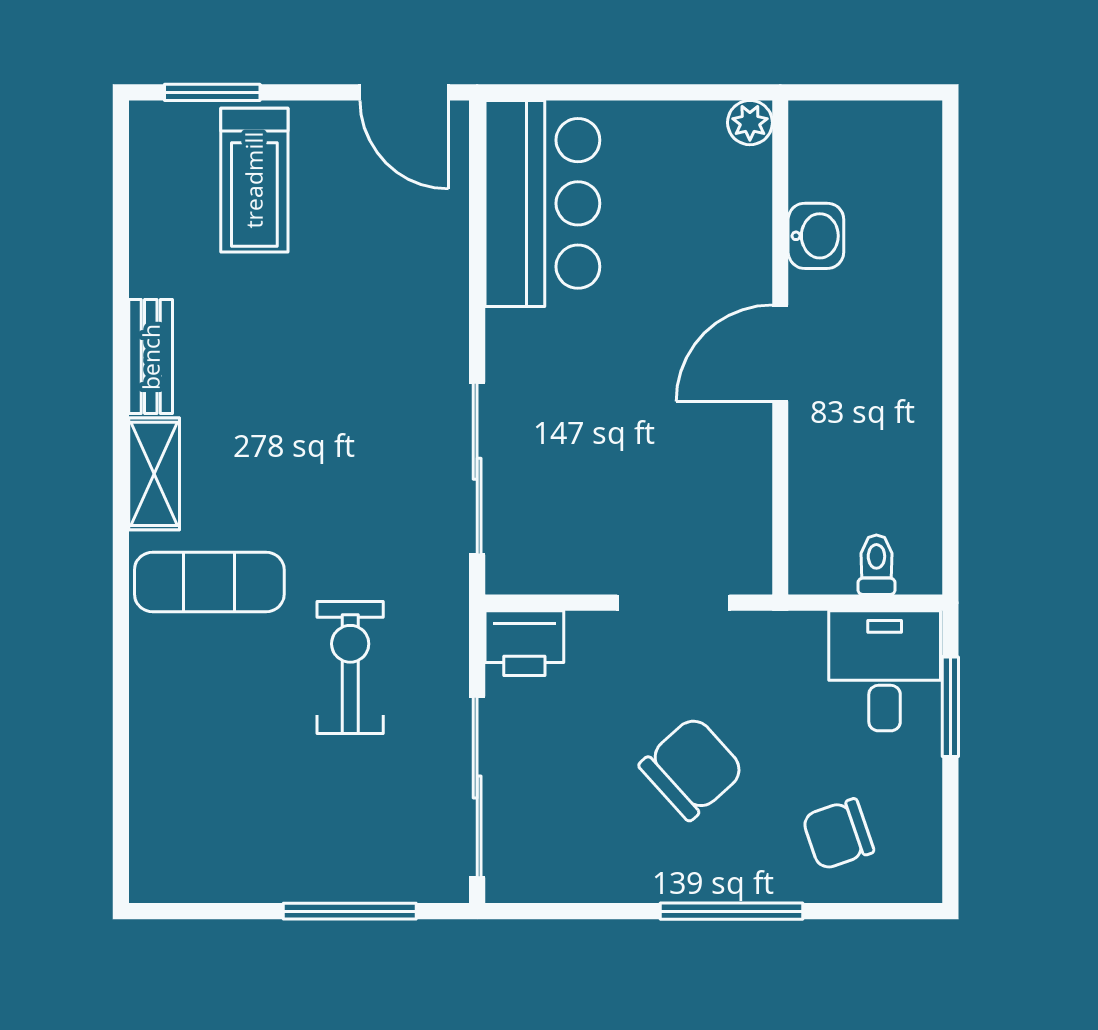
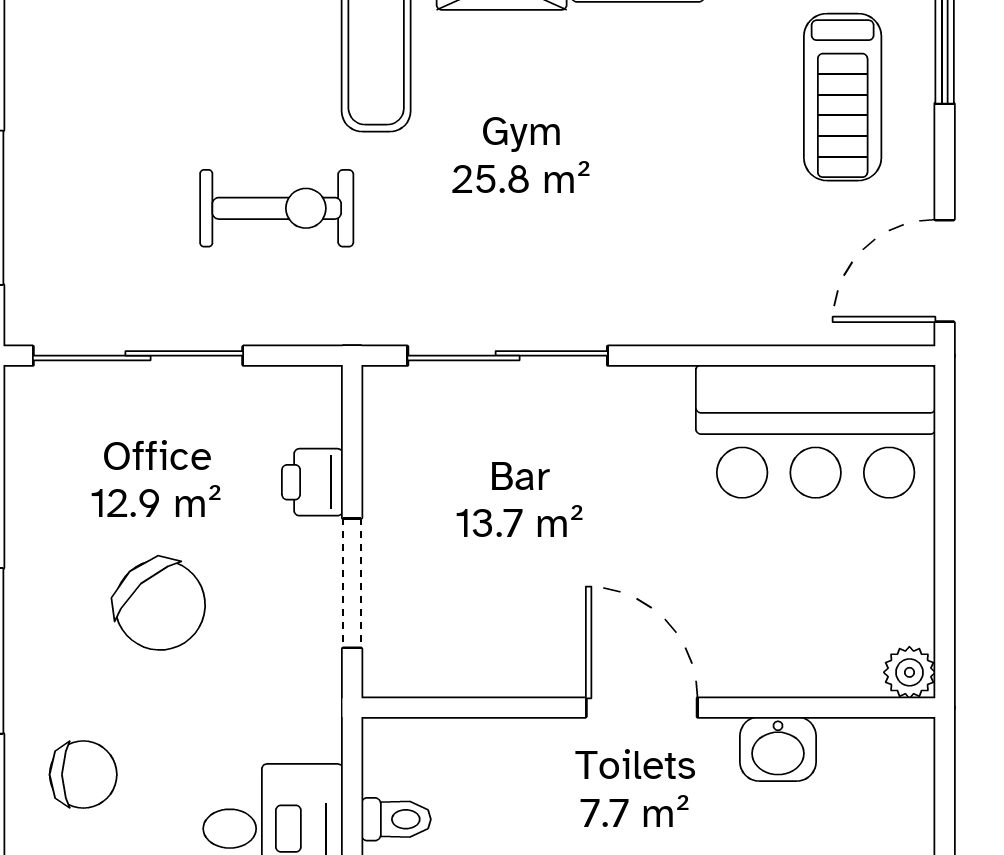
treadmill: (254, 180) -> (843, 97), turned -90
printer: (524, 643) -> (312, 482), moved, width x0.73, depth x0.81
chair: (838, 834) -> (83, 775), turned 109

